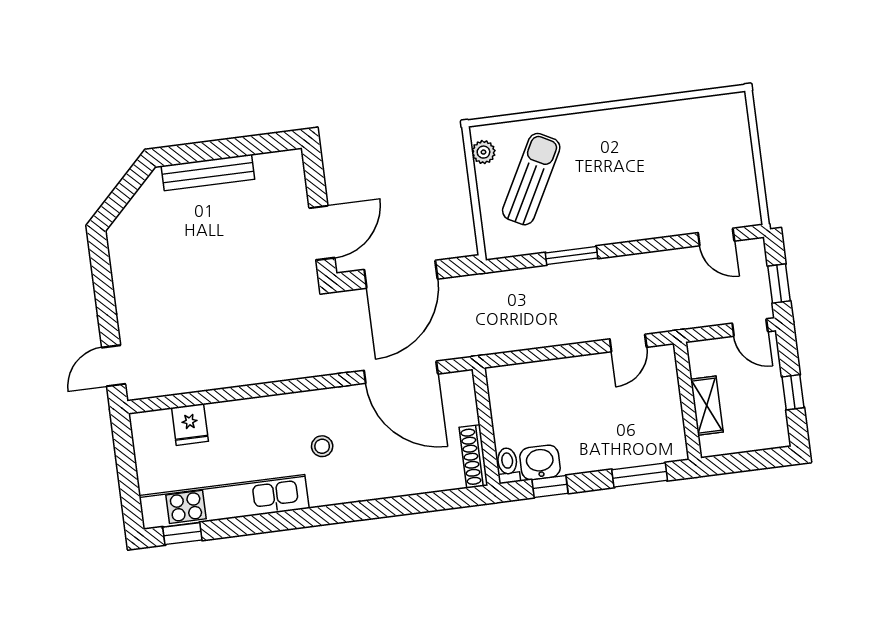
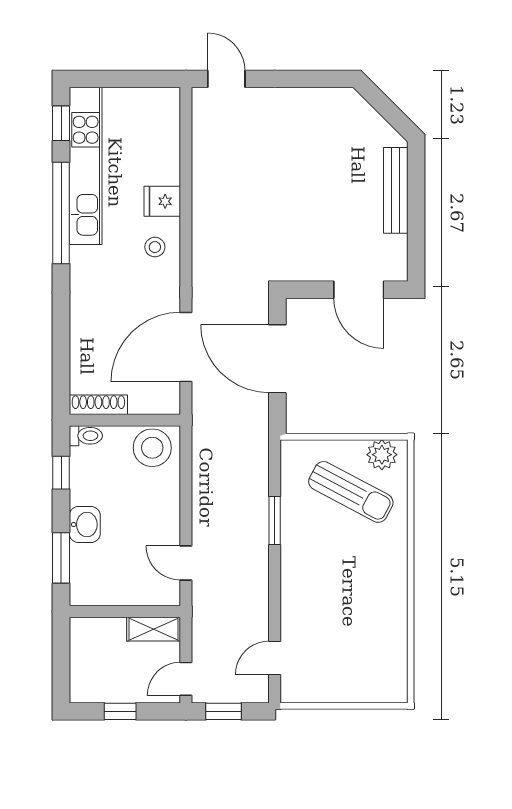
plant: (483, 152) -> (382, 455), width x1.38, depth x1.38
door: (322, 233) -> (359, 290), moved
stool: (511, 394) -> (152, 448), added
shelving: (707, 406) -> (154, 629), moved
fridge: (190, 424) -> (162, 201), moved
stool: (322, 446) -> (155, 247), moved
washbasin: (540, 462) -> (85, 525), moved
window: (277, 522) -> (61, 213), added

